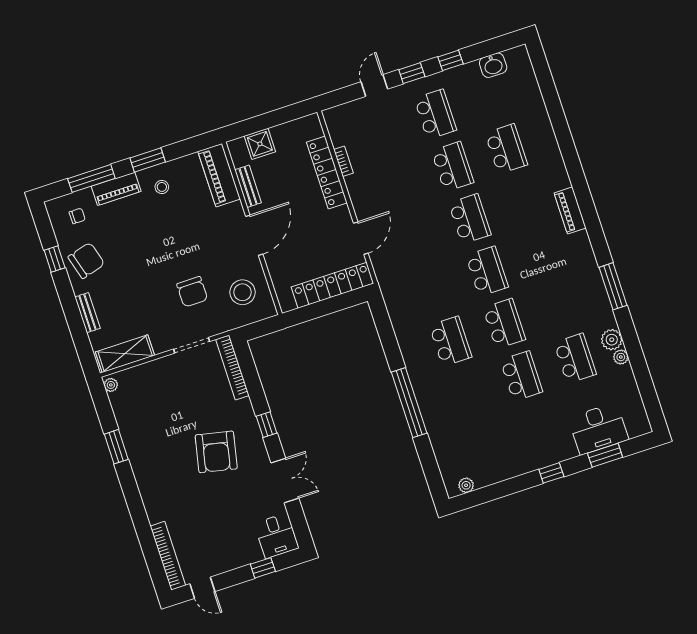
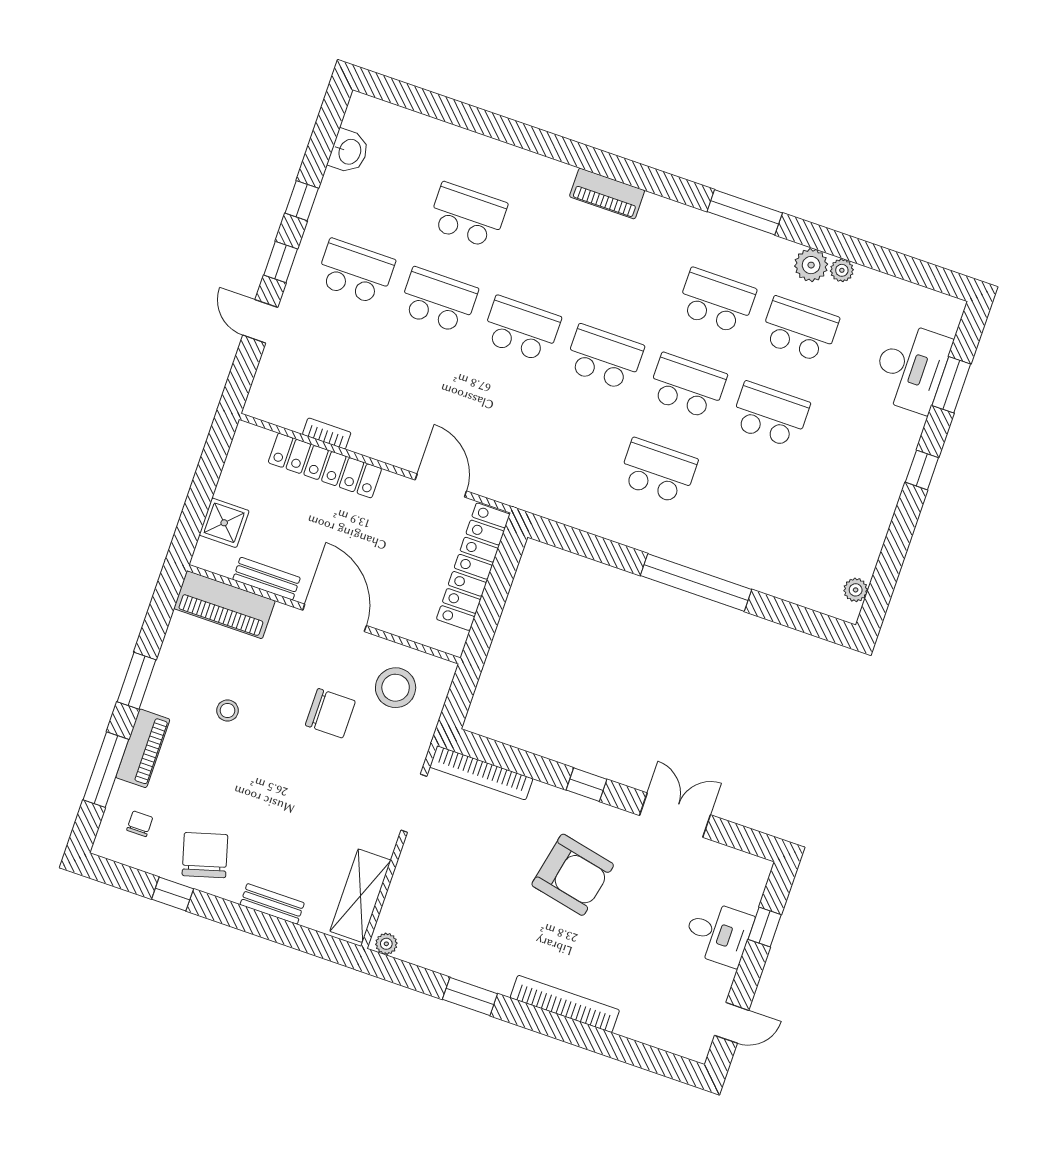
stool: (162, 187) -> (227, 711), moved
chair: (192, 292) -> (330, 713), moved
school desk: (558, 306) -> (716, 301), added
desk: (276, 536) -> (718, 933), moved
bookcase: (168, 556) -> (565, 1004), moved

